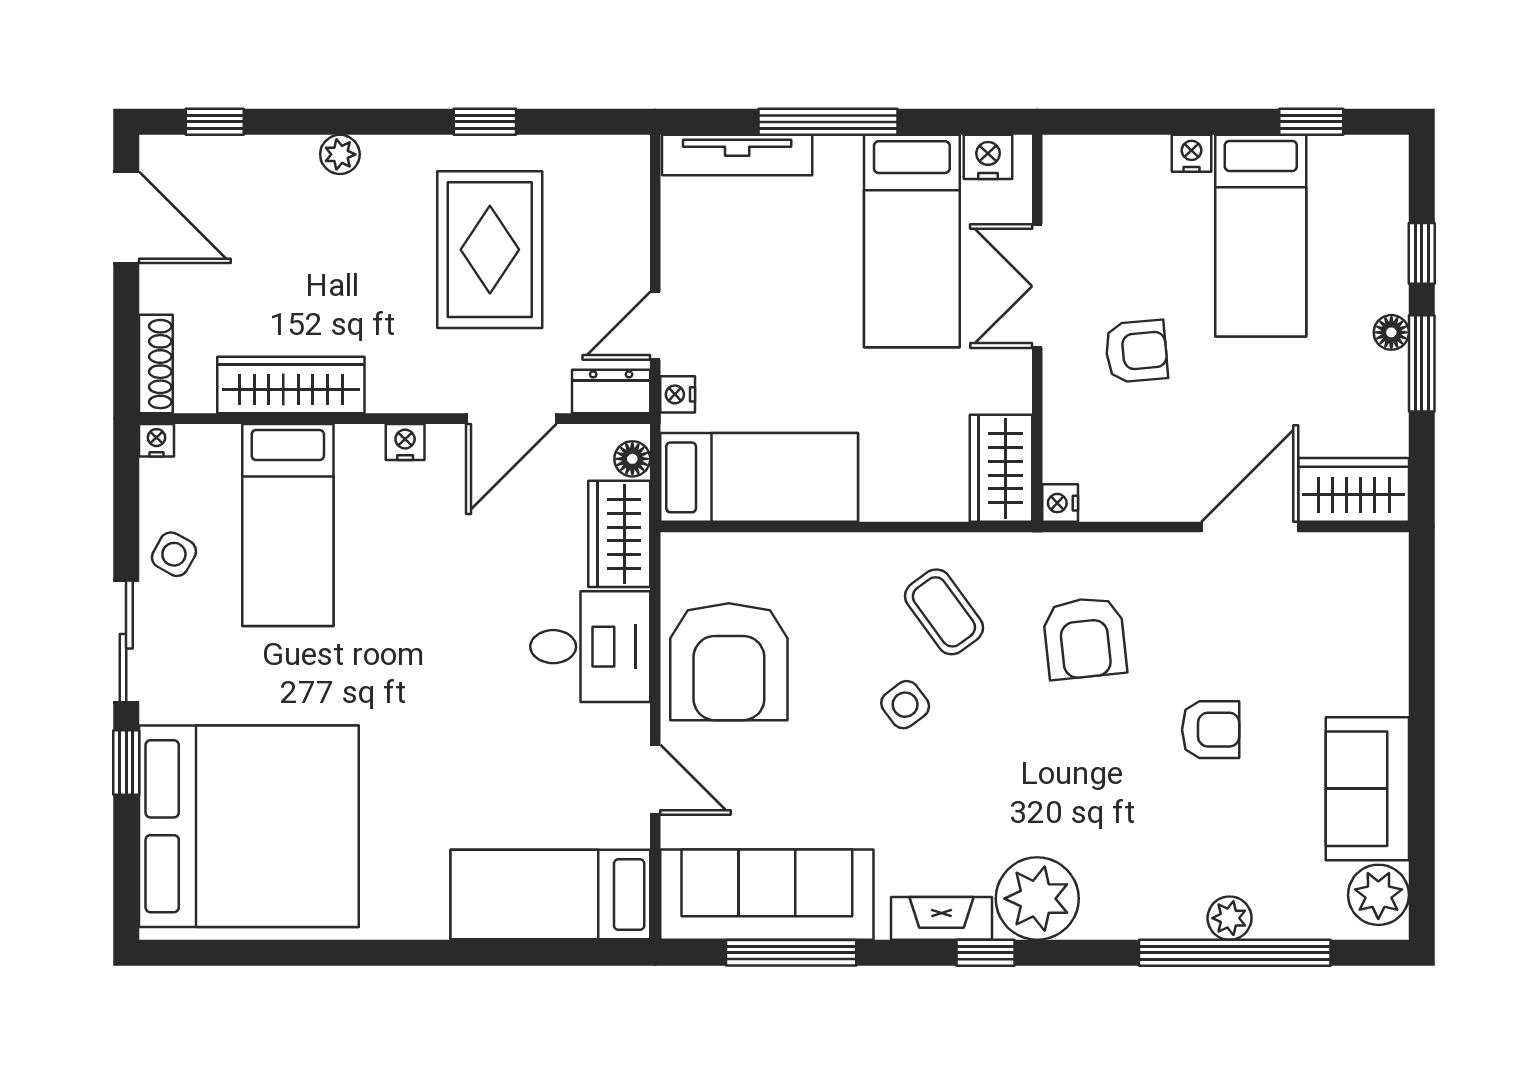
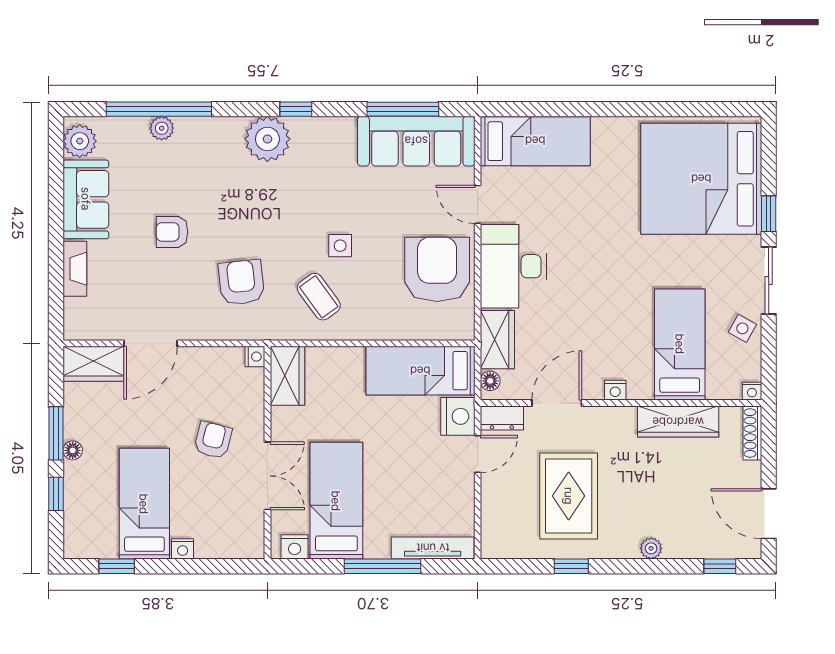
armchair: (1136, 351) -> (213, 440), turned 109
nightstand: (678, 394) -> (458, 416), width x1.89, depth x1.79
desk: (590, 647) -> (513, 266), width x1.37
side table: (905, 705) -> (340, 246), turned 37
fireplace: (941, 918) -> (75, 269), moved, turned -90

